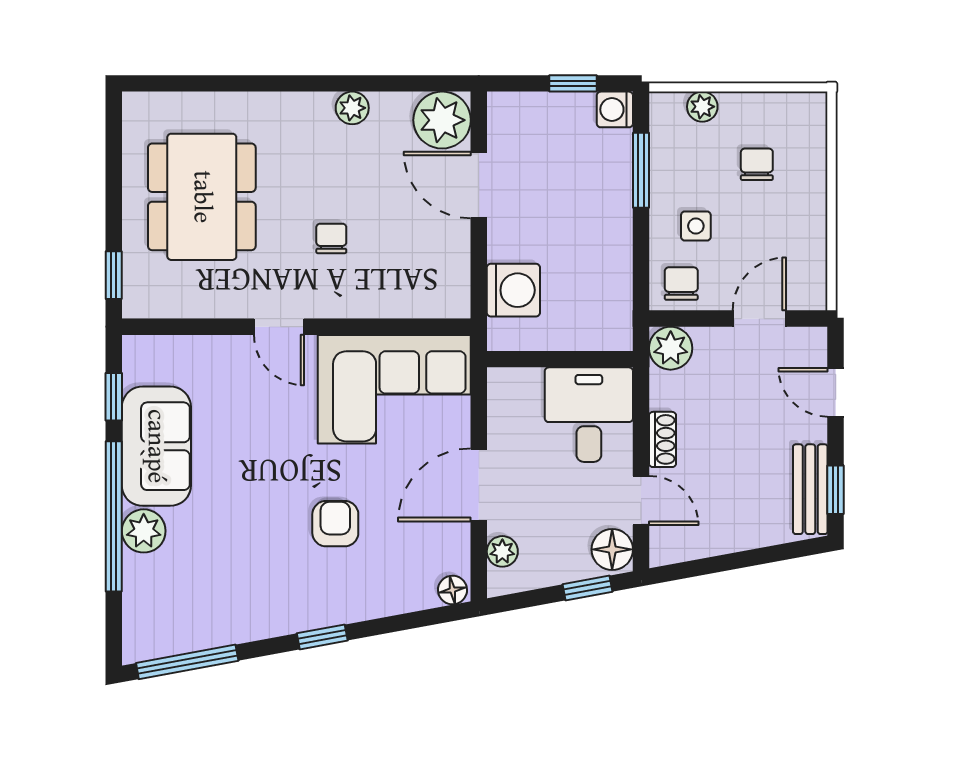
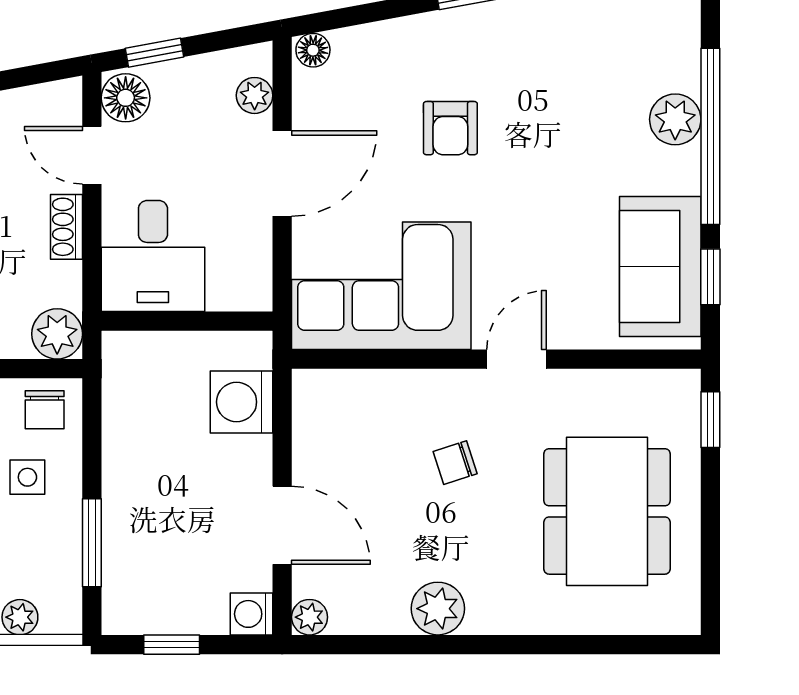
plant: (352, 108) -> (438, 609), width x1.38, depth x1.38
washing machine: (615, 109) -> (252, 614), moved, turned 180
plant: (442, 120) -> (310, 617), width x0.53, depth x0.53
chair: (331, 238) -> (455, 463), turned 72
door: (279, 327) -> (516, 359), hinge flipped
sofa: (156, 446) -> (660, 267), moved

